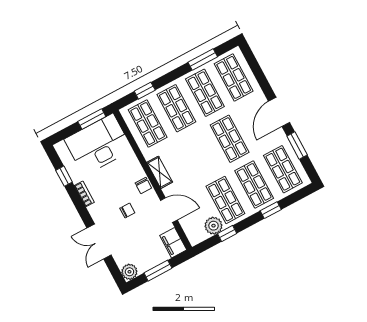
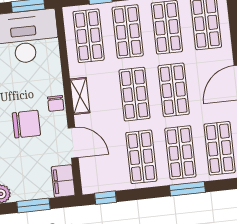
shop shelf: (201, 154) -> (134, 94), added
chair: (127, 210) -> (26, 124), width x1.87, depth x1.87
window: (271, 210) -> (187, 189), width x1.50
plant: (214, 226) -> (116, 180), removed
window: (227, 233) -> (105, 198), moved

